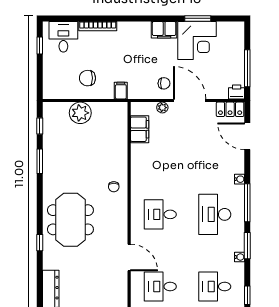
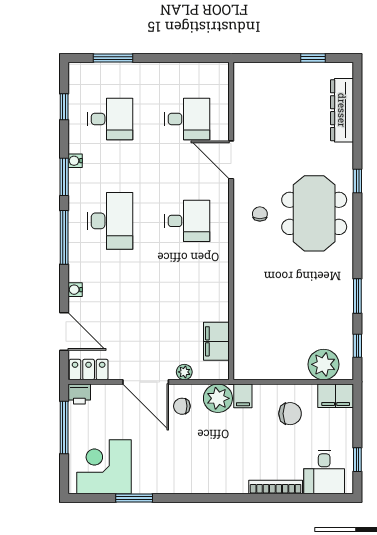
filing cabinet: (164, 30) -> (336, 396), moved, turned 180
corner desk: (197, 40) -> (104, 467), moved
plant: (139, 89) -> (218, 398), added
plant: (80, 113) -> (324, 364), moved
water cooler: (239, 179) -> (75, 290), moved
chair: (114, 187) -> (260, 214), moved

